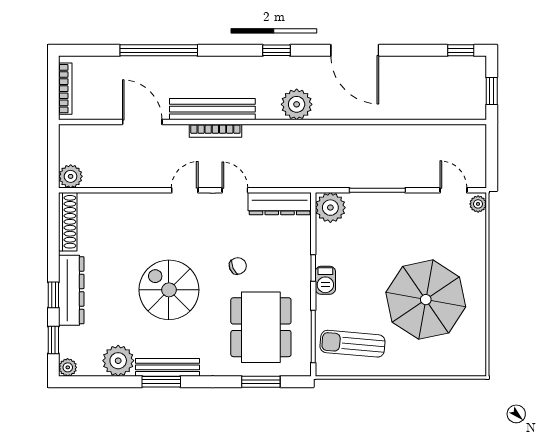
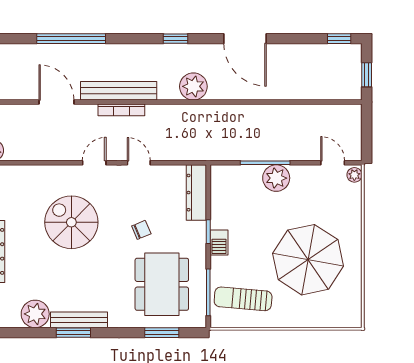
dresser: (280, 204) -> (196, 193), moved, turned 90
plant: (330, 208) -> (276, 178), moved
spiral stairs: (169, 290) -> (71, 222), moved

